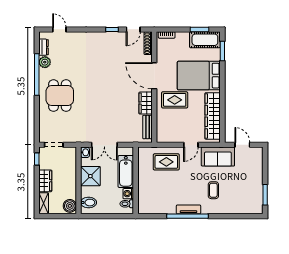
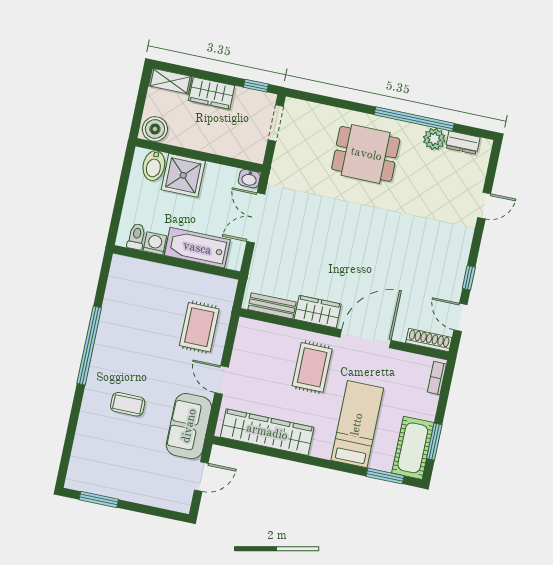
door: (59, 29) -> (484, 206), moved
bed: (199, 76) -> (357, 424), width x0.67
shower: (90, 176) -> (183, 175), moved
tv unit: (188, 209) -> (102, 350), removed

